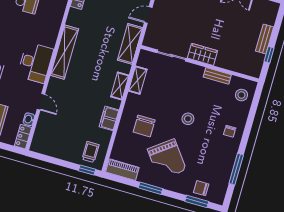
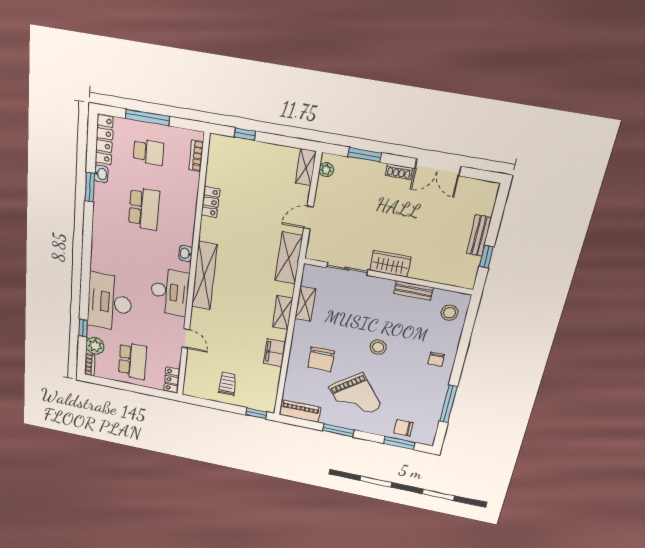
washbasin: (29, 119) -> (186, 253), moved
trolley: (91, 152) -> (227, 384), moved

